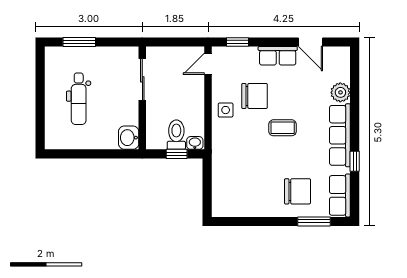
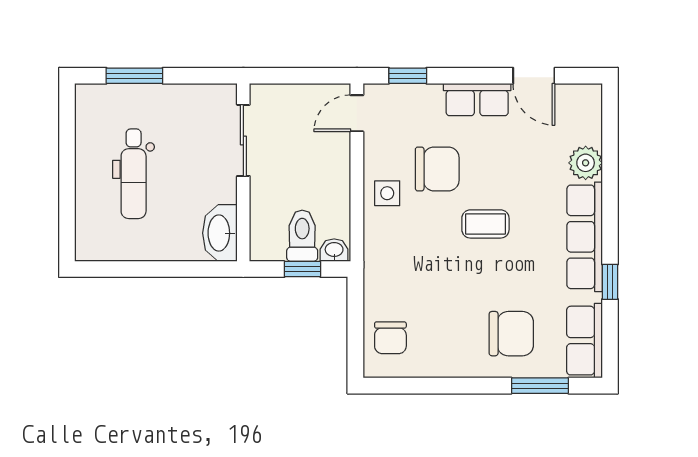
washbasin: (129, 138) -> (220, 233), width x1.38
chair: (227, 194) -> (390, 338), added

